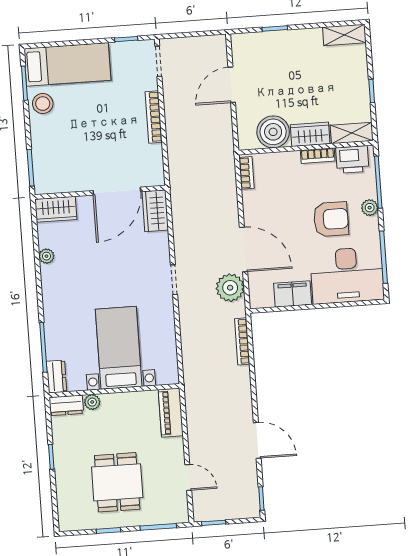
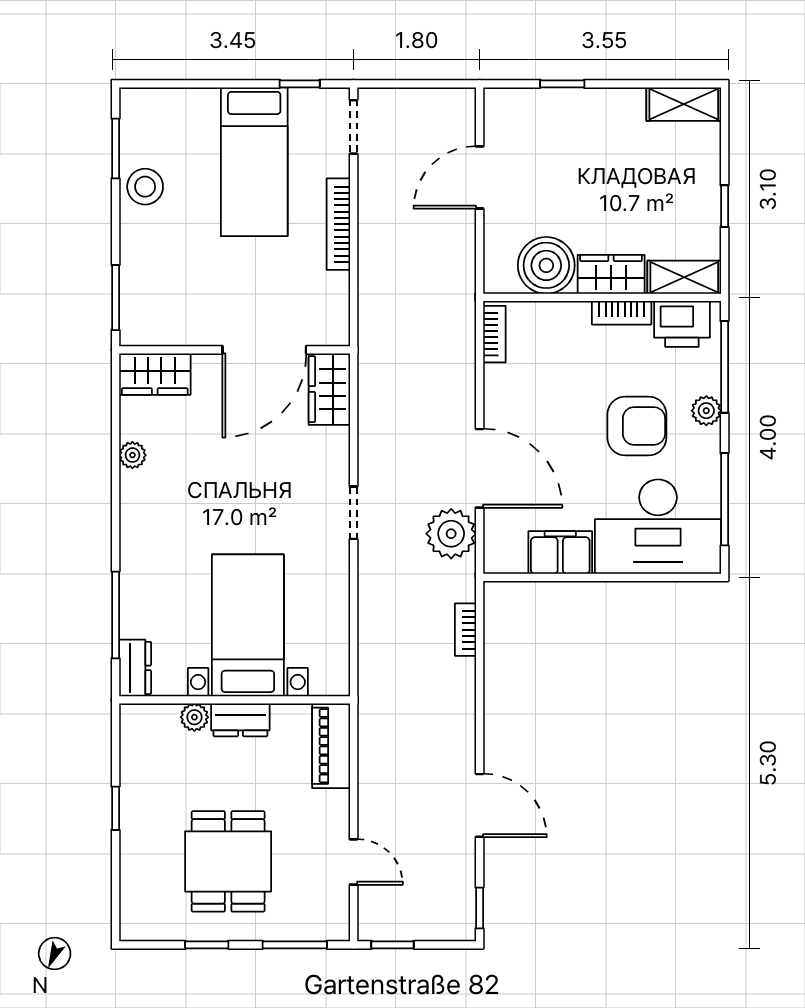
bed: (67, 64) -> (254, 162), moved, turned 90
bookcase: (242, 341) -> (466, 630), width x0.64
dresser: (66, 405) -> (240, 720), moved

